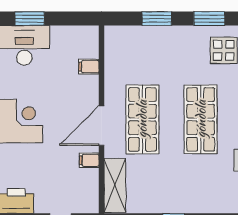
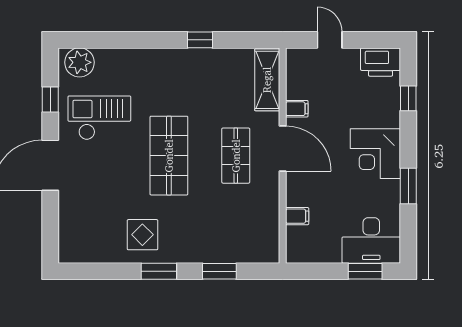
shop shelf: (142, 119) -> (236, 156), width x0.70, depth x0.74
door: (102, 126) -> (283, 149), hinge flipped

